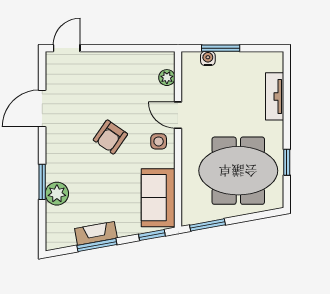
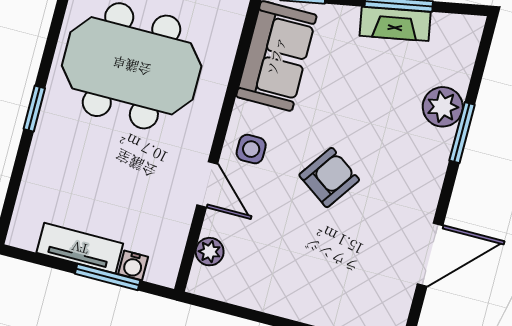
tv unit: (275, 96) -> (80, 248), moved, turned -90
window: (287, 162) -> (34, 109), moved

